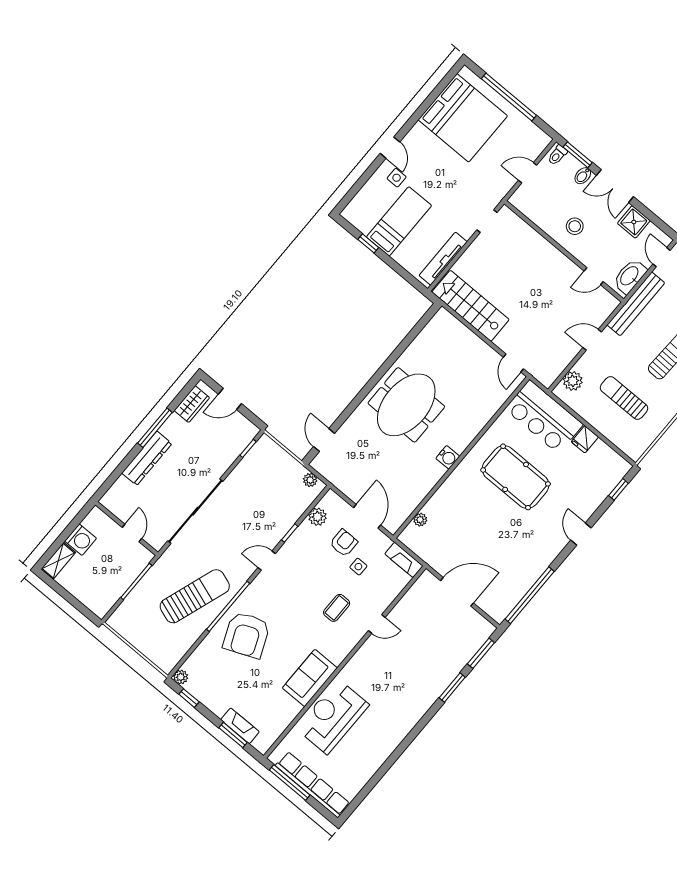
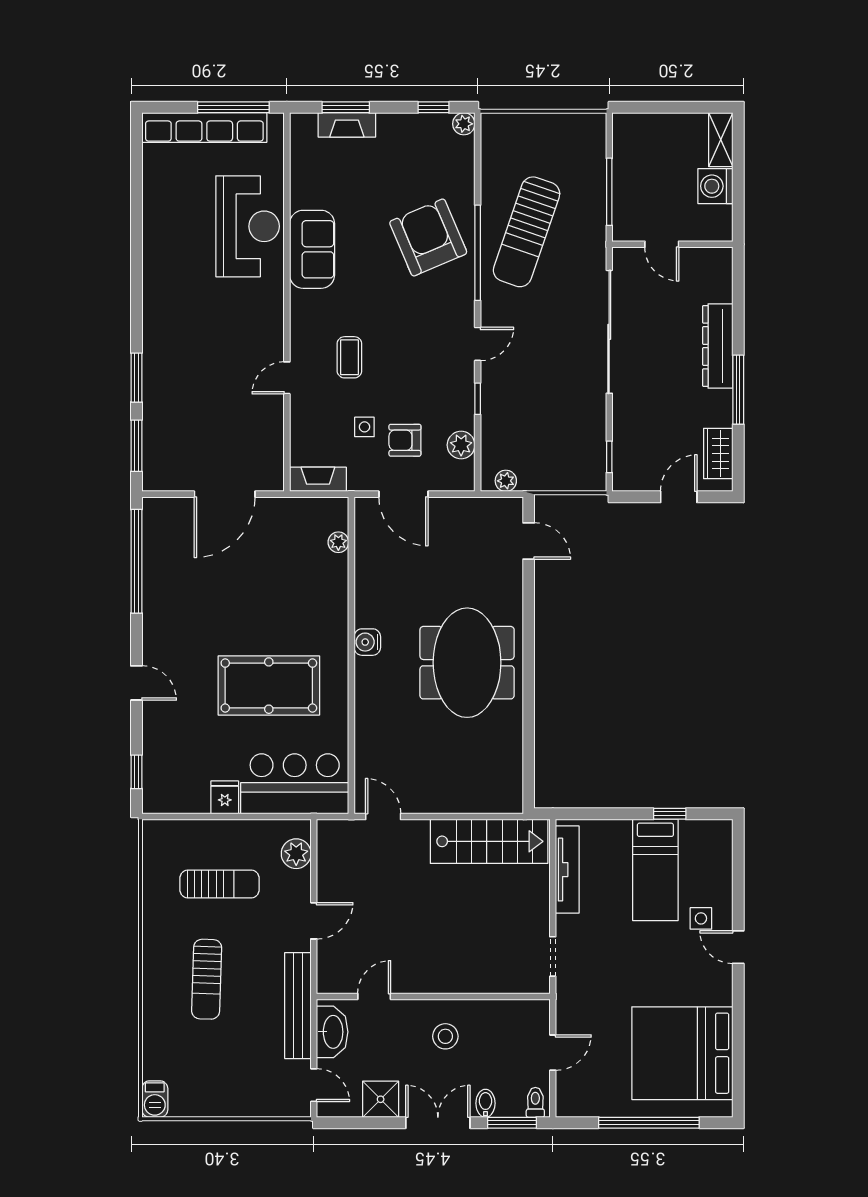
armchair: (344, 543) -> (405, 440), turned 90

